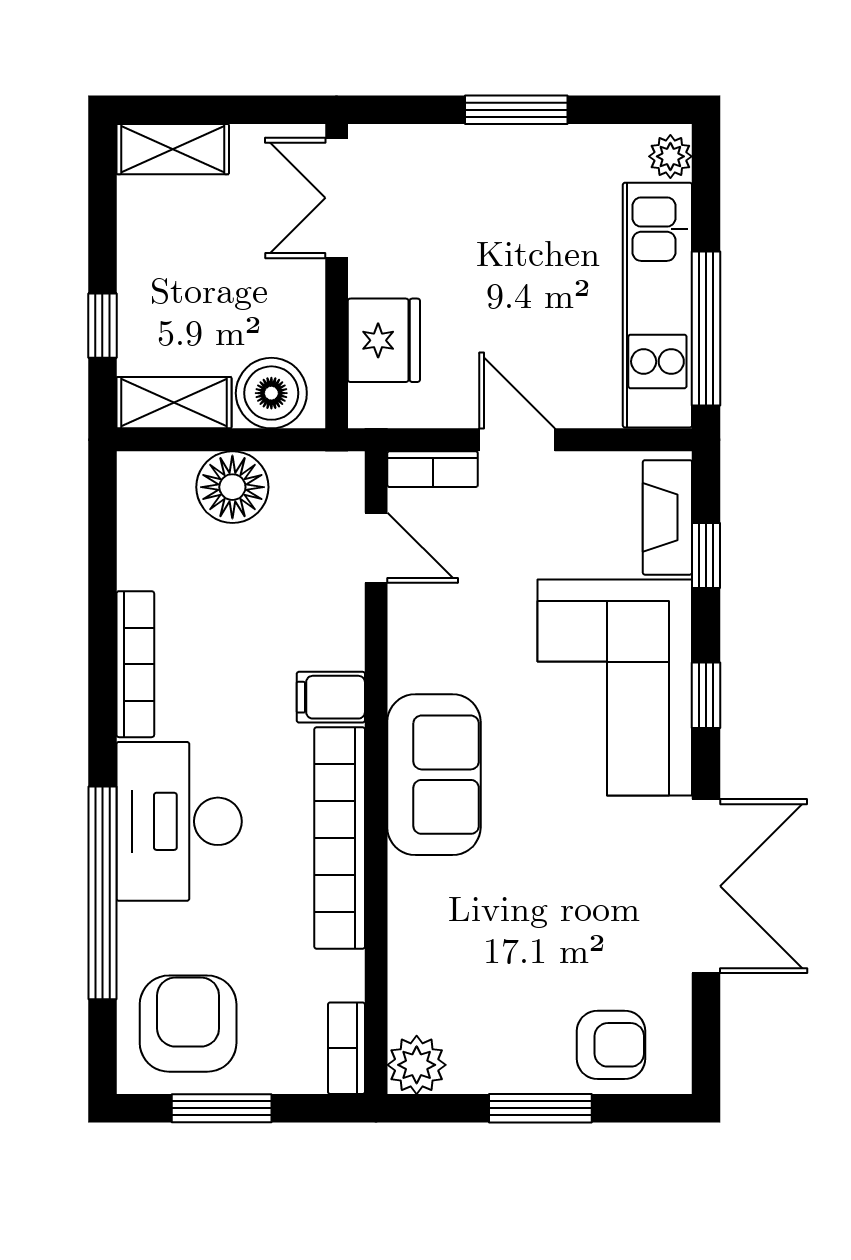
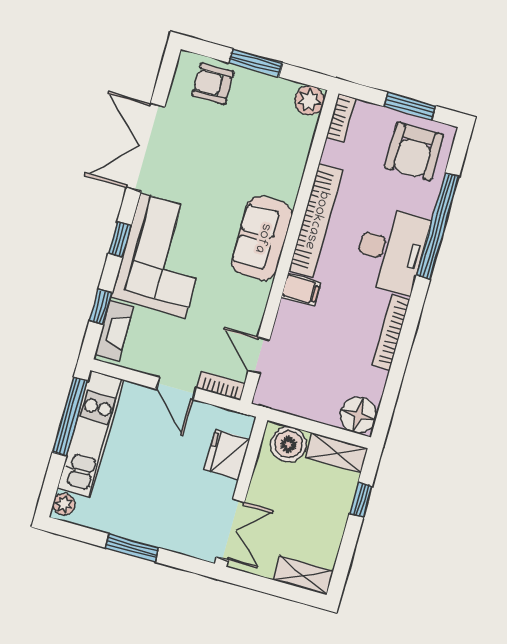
floor lamp: (232, 487) -> (359, 415), moved

